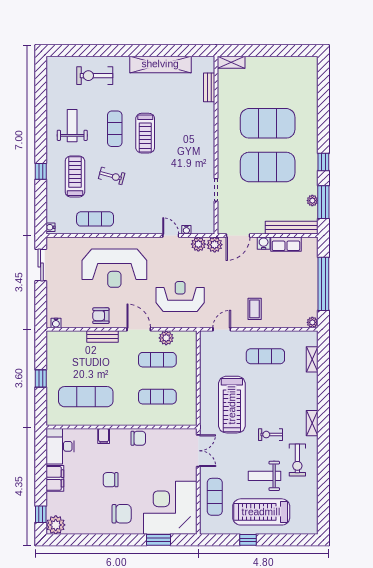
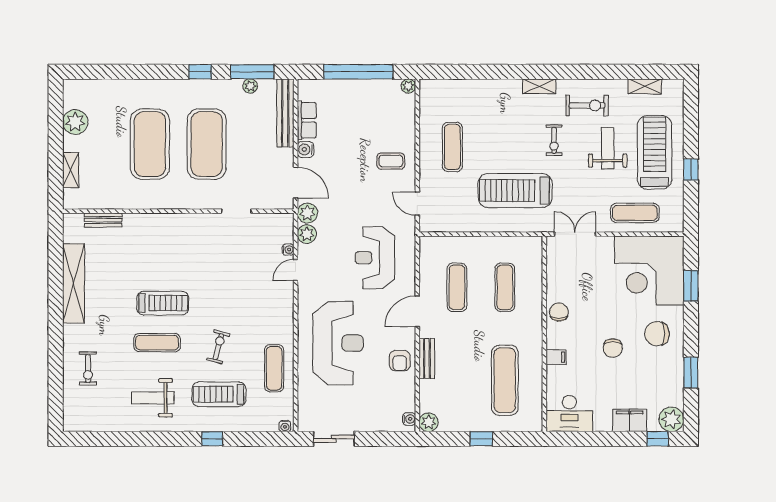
shelving: (231, 62) -> (71, 170), moved
plant: (285, 66) -> (75, 122), added
exercise bike: (95, 76) -> (88, 369), width x0.73, depth x0.72
plant: (166, 338) -> (429, 422), moved
shelving: (312, 359) -> (645, 86), moved
treadmill: (232, 405) -> (515, 191), turned 180
weight bench: (265, 476) -> (608, 148), turned 180
filing cabinet: (55, 478) -> (630, 420), moved
treadmill: (261, 512) -> (655, 152), turned 180
chair: (122, 514) -> (657, 334), turned -90
window: (92, 540) -> (691, 373), added

